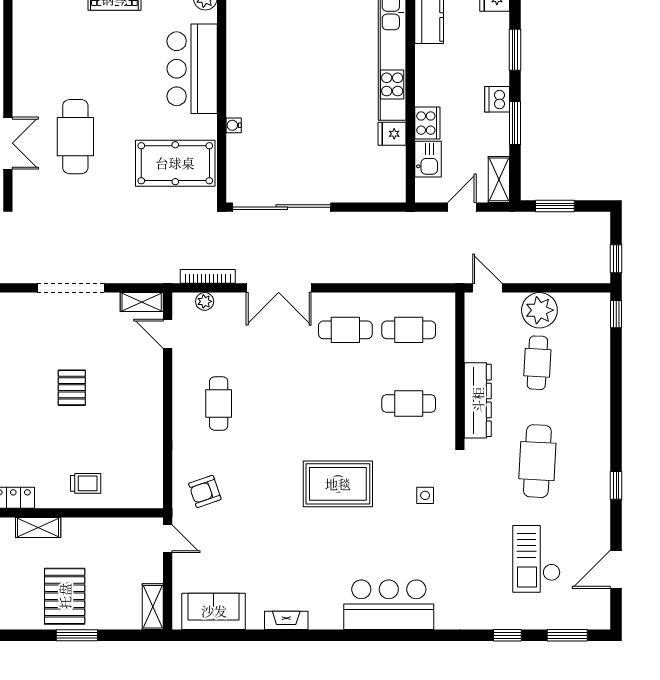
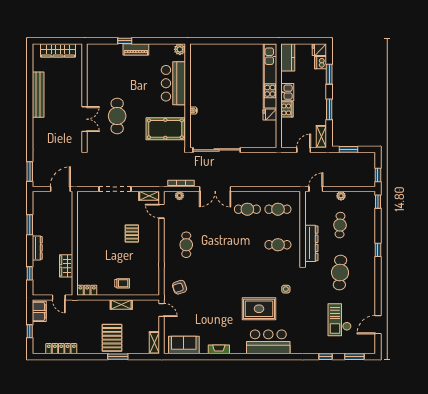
dishwasher: (497, 99) -> (321, 63), moved
kitchen sink: (428, 159) -> (287, 92), moved
door: (487, 288) -> (316, 189), hinge flipped
plant: (539, 310) -> (341, 196), width x0.53, depth x0.53
pallet: (72, 388) -> (132, 233), moved
rug: (338, 484) -> (259, 309), moved
window: (616, 485) -> (378, 250), moved
shelving: (38, 527) -> (121, 305), moved

